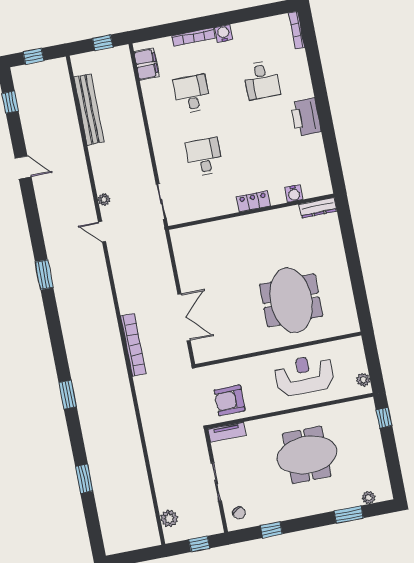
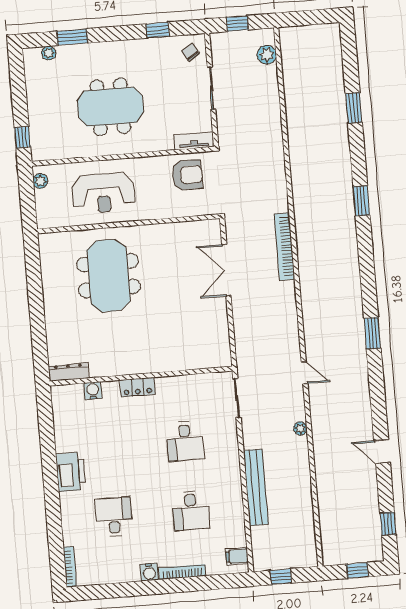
filing cabinet: (146, 64) -> (237, 556), width x0.50
bench: (89, 109) -> (256, 487), moved
plant: (104, 199) -> (300, 428), moved

